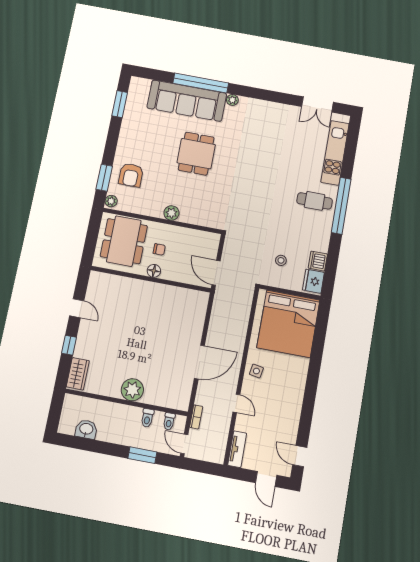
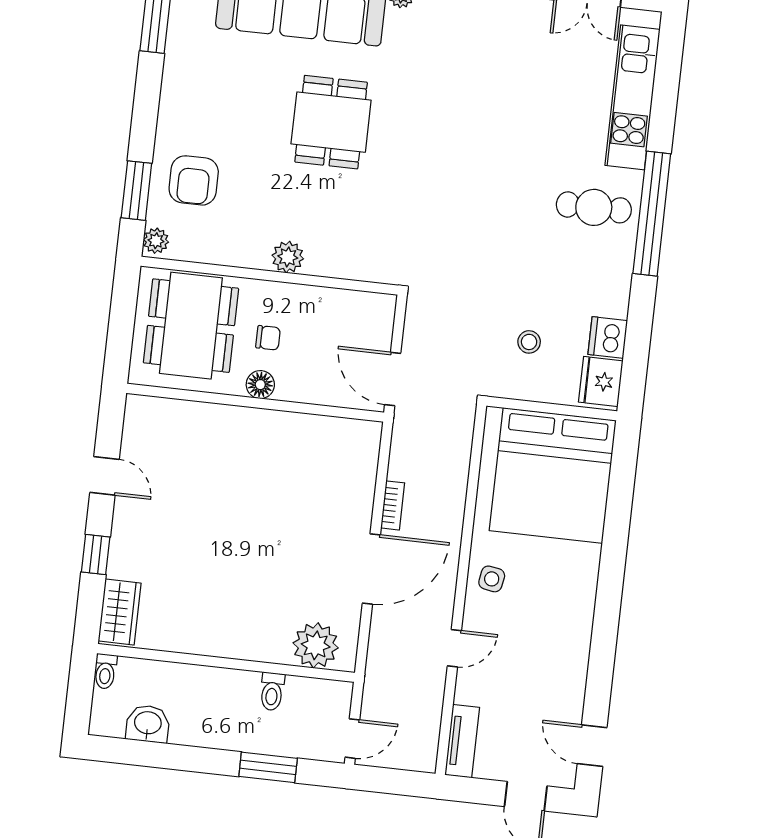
plant: (132, 390) -> (316, 645), moved
door: (236, 403) -> (454, 648), hinge flipped
bookcase: (196, 417) -> (393, 505), moved
toilet: (169, 421) -> (105, 671), moved
door: (184, 444) -> (352, 739), swing flipped

